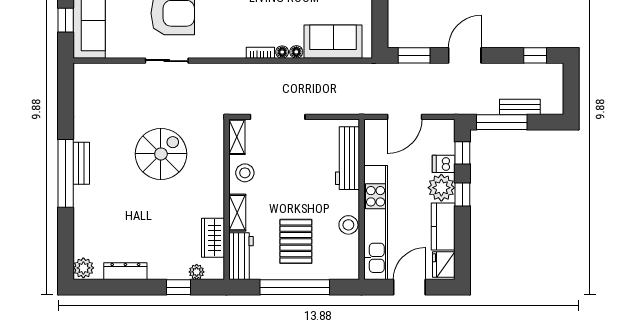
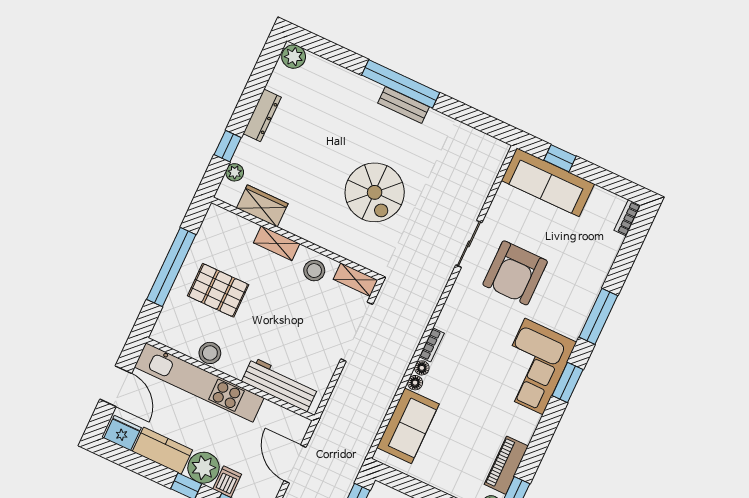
workbench: (241, 256) -> (230, 226), removed
dresser: (125, 271) -> (262, 115), moved

